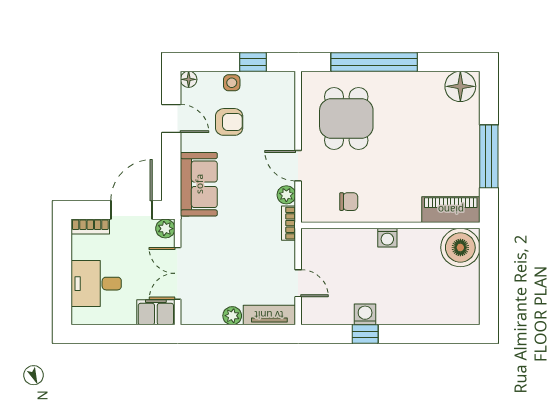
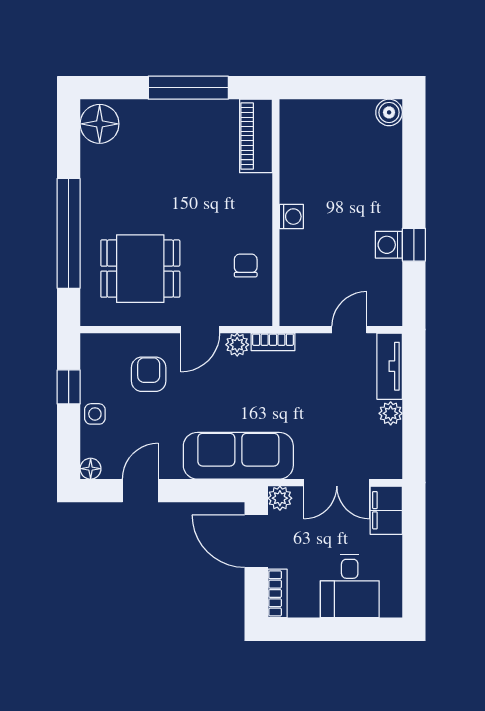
armchair: (229, 122) -> (149, 374), moved
sofa: (199, 184) -> (238, 456), width x1.36
boiler: (460, 248) -> (389, 112), moved, width x0.54, depth x0.54

